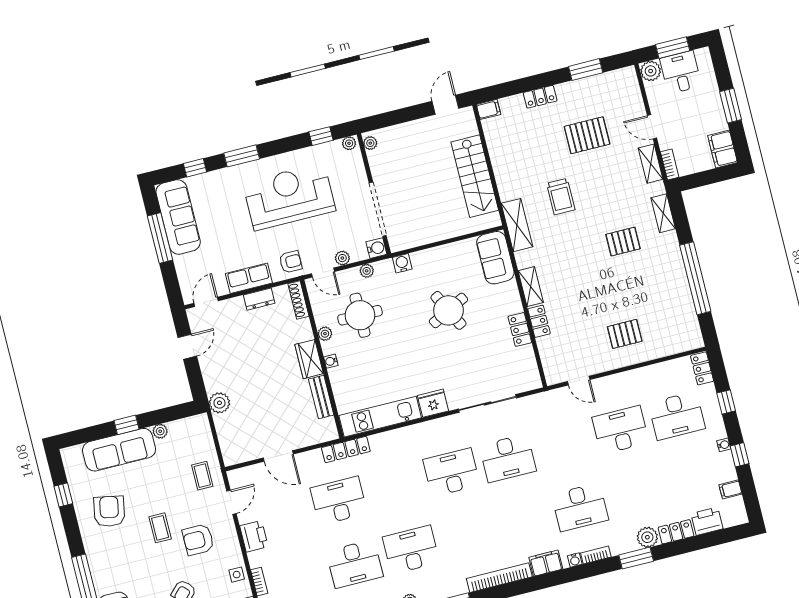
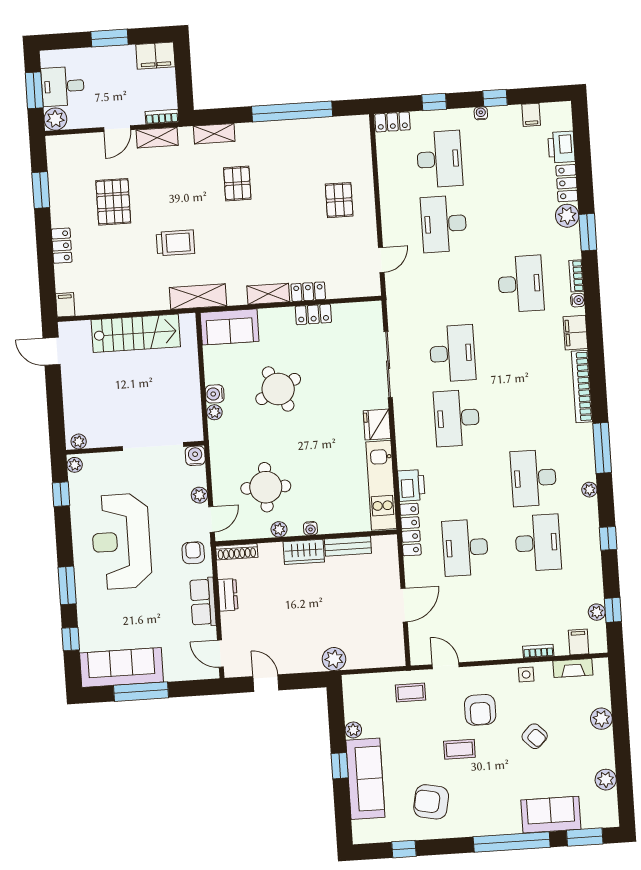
water cooler: (402, 263) -> (215, 394), moved
plant: (367, 271) -> (214, 412), moved
printer: (254, 536) -> (411, 485), moved, turned 90

